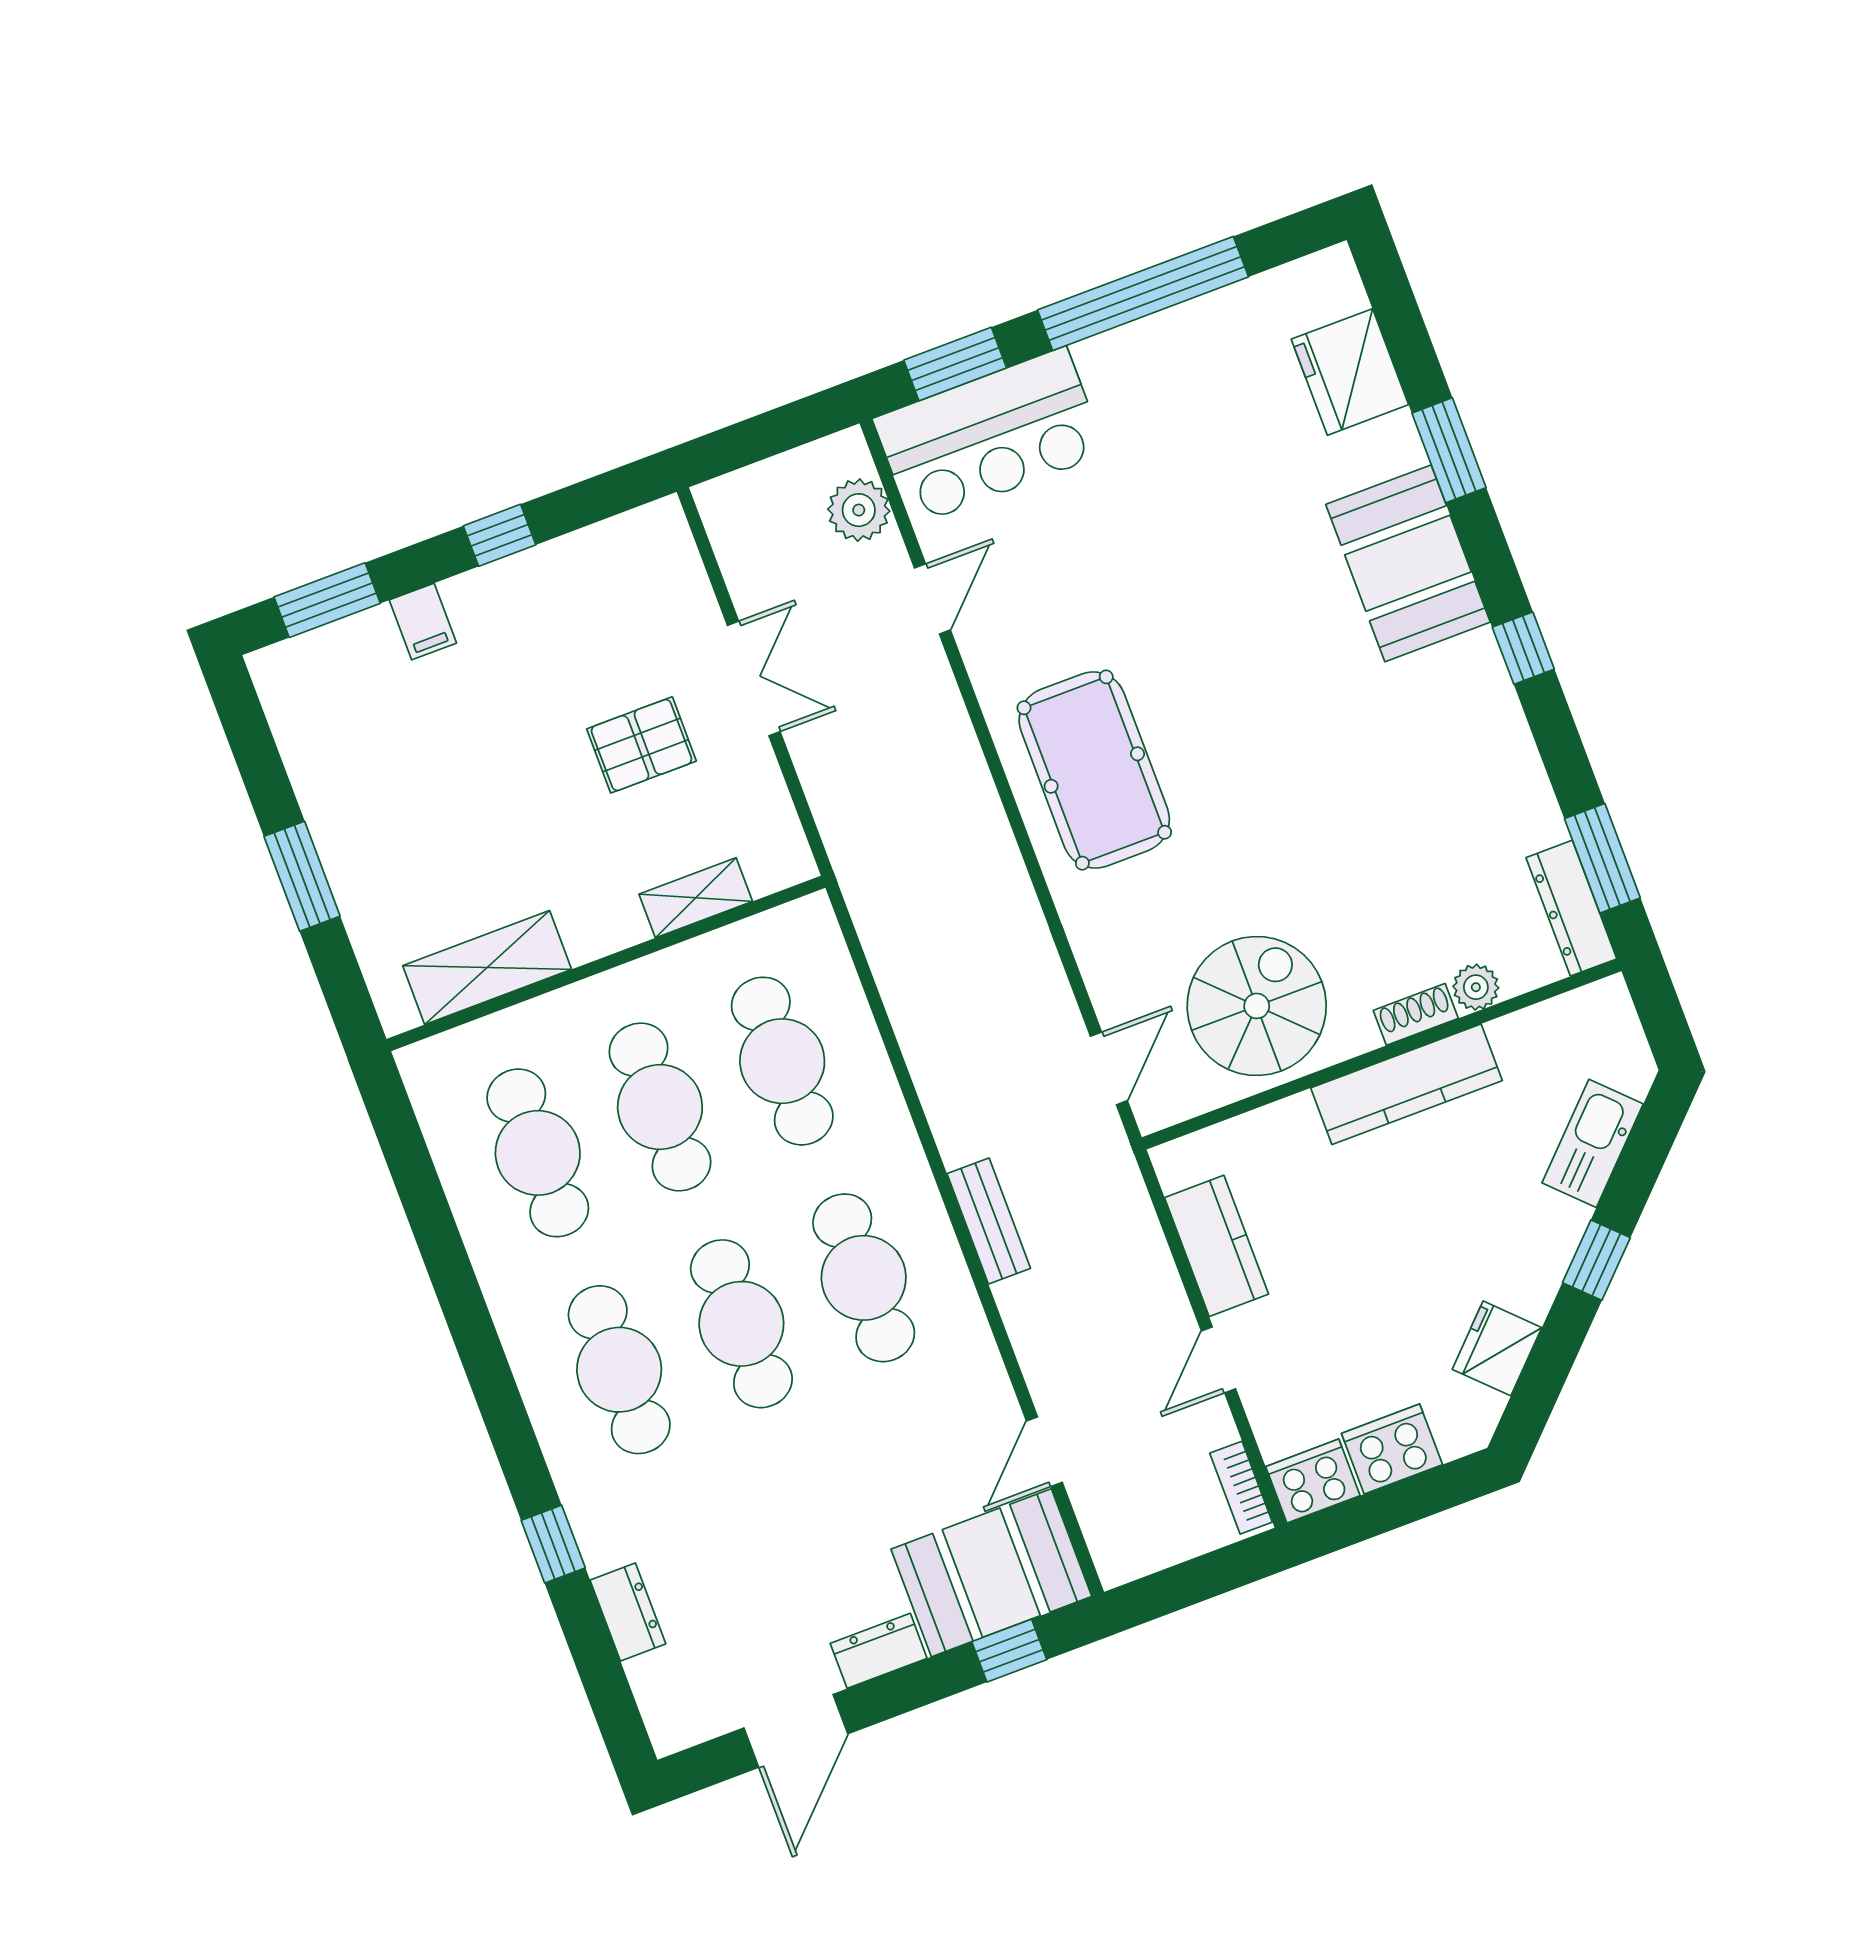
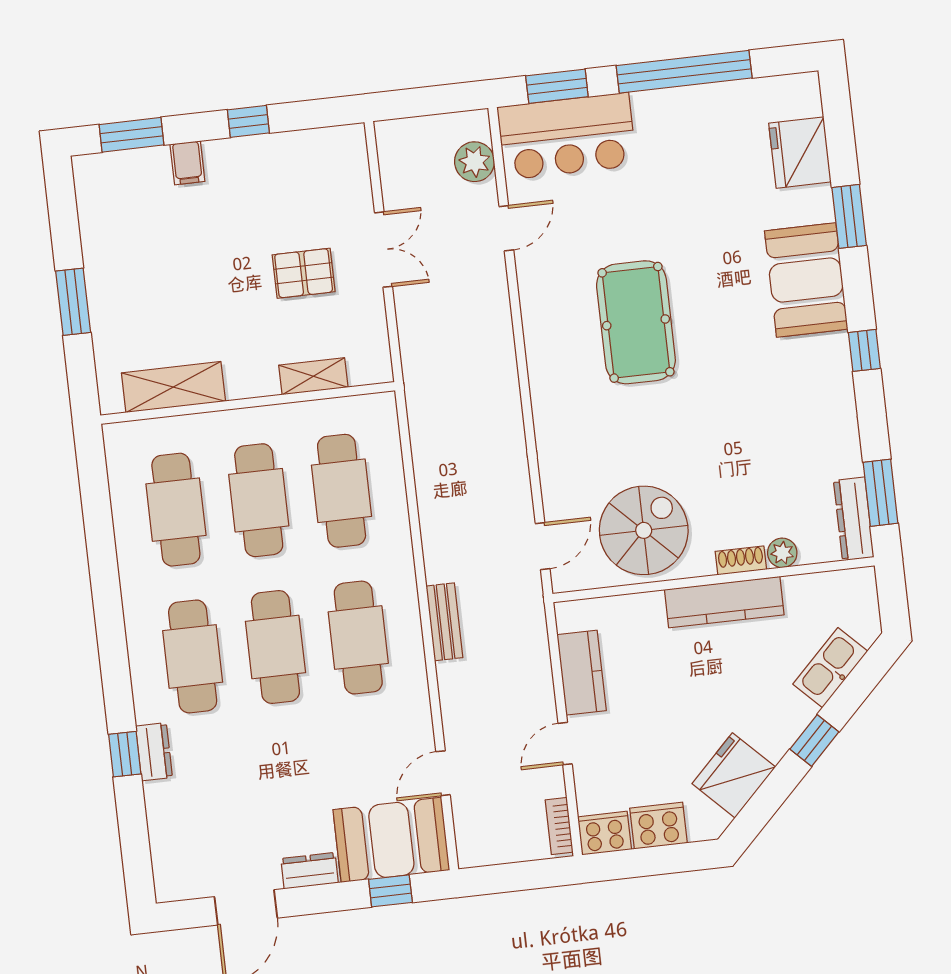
pool table: (1094, 770) -> (636, 322), moved
fridge: (1497, 1348) -> (734, 775), width x1.36, depth x1.34
dresser: (628, 1612) -> (154, 752), moved

